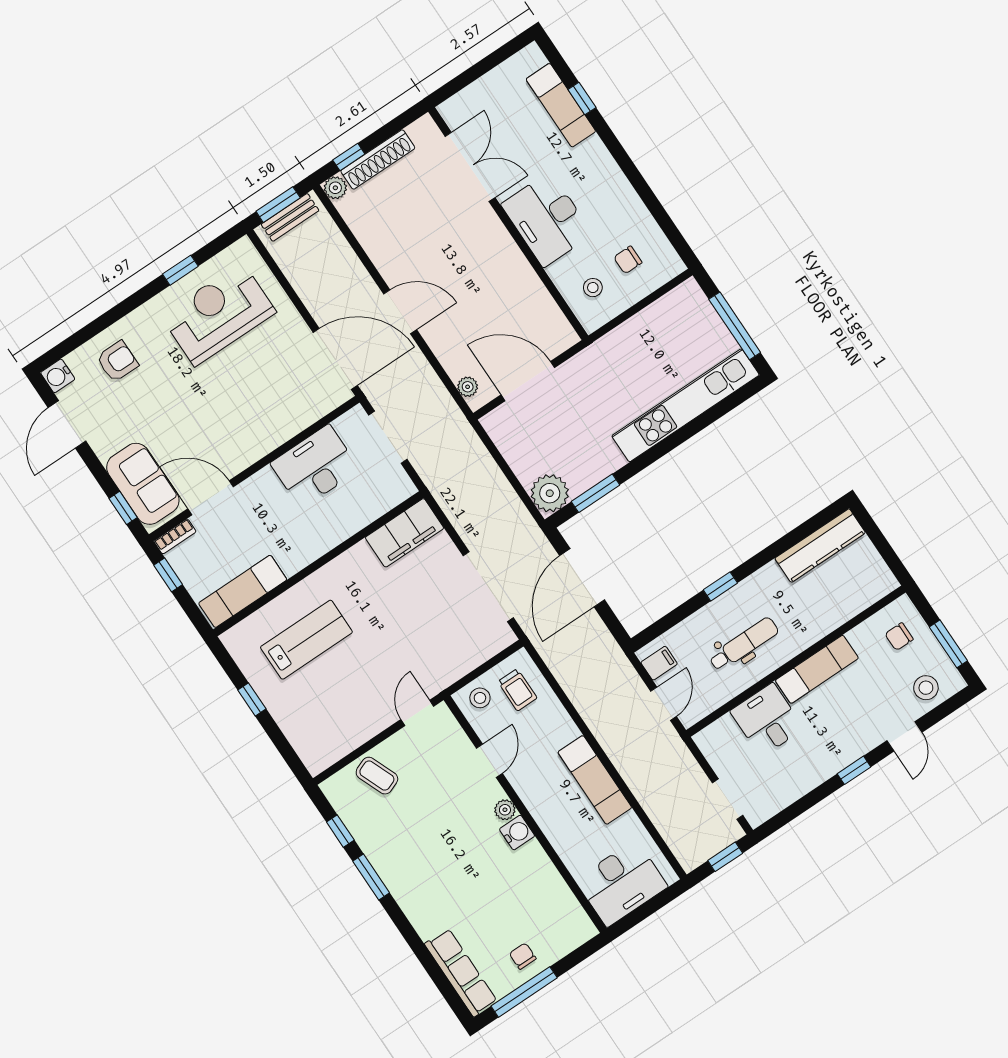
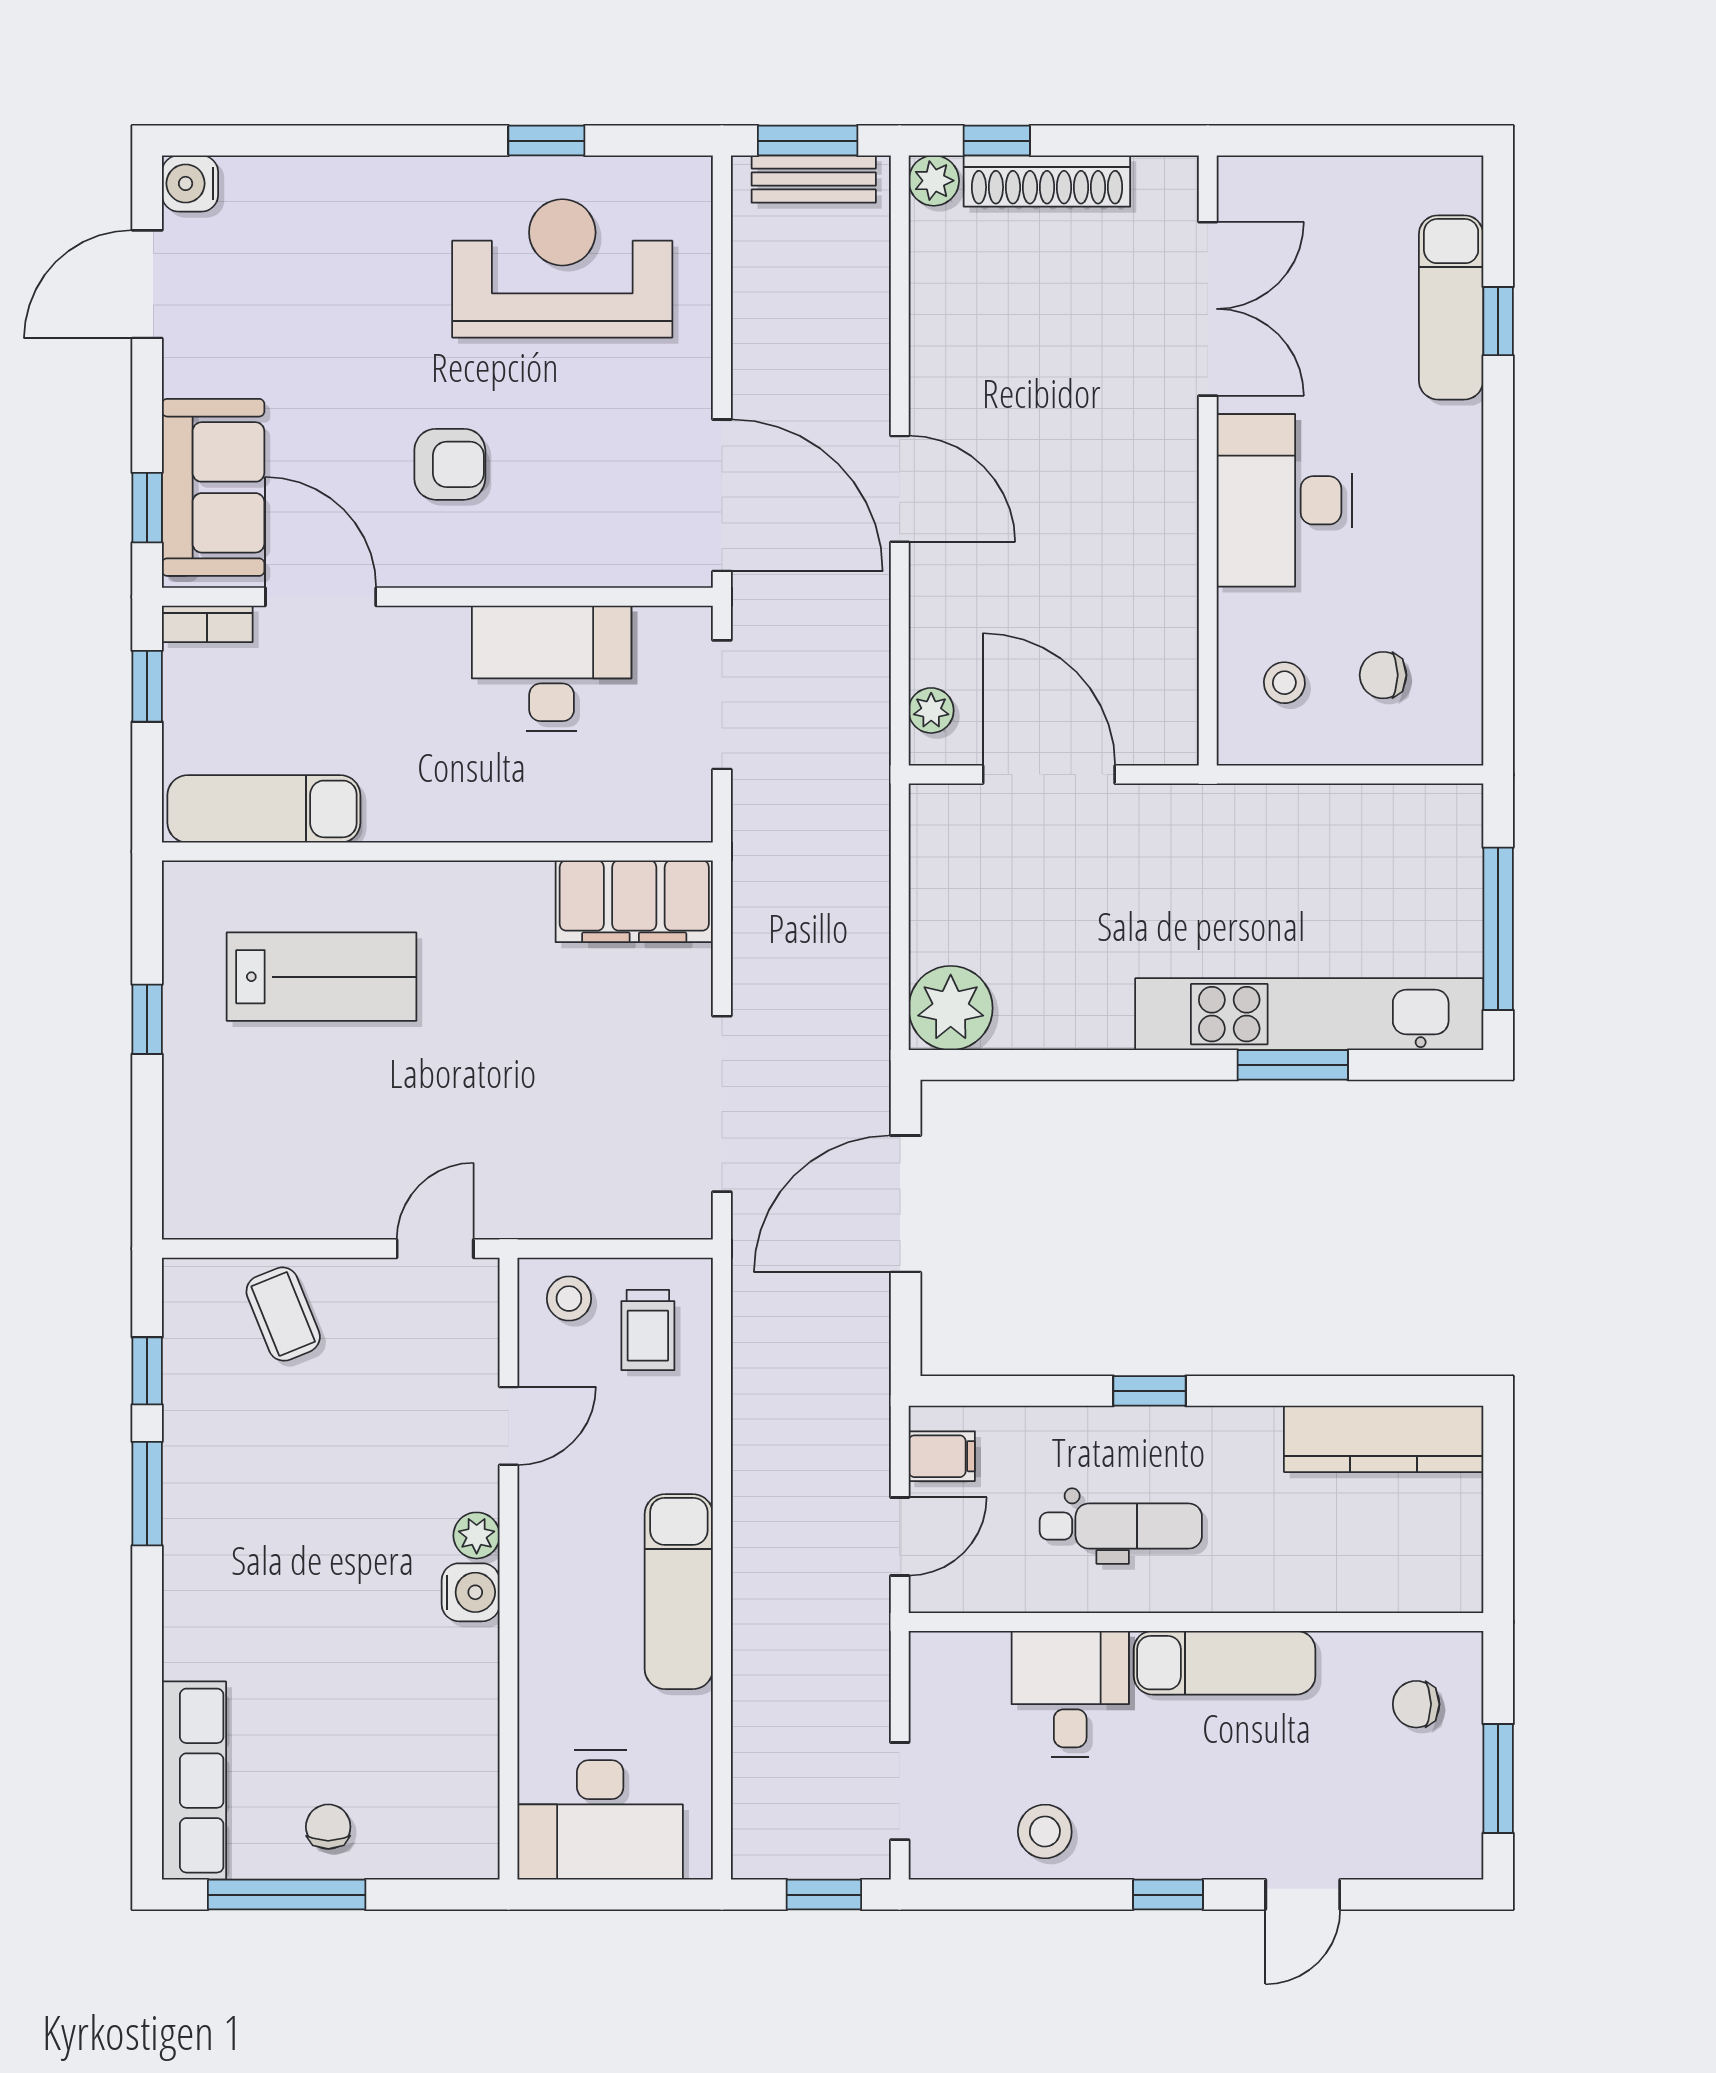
armchair: (117, 361) -> (450, 464), moved
window: (596, 493) -> (1293, 1065), moved
stool: (926, 688) -> (1045, 1831), moved

